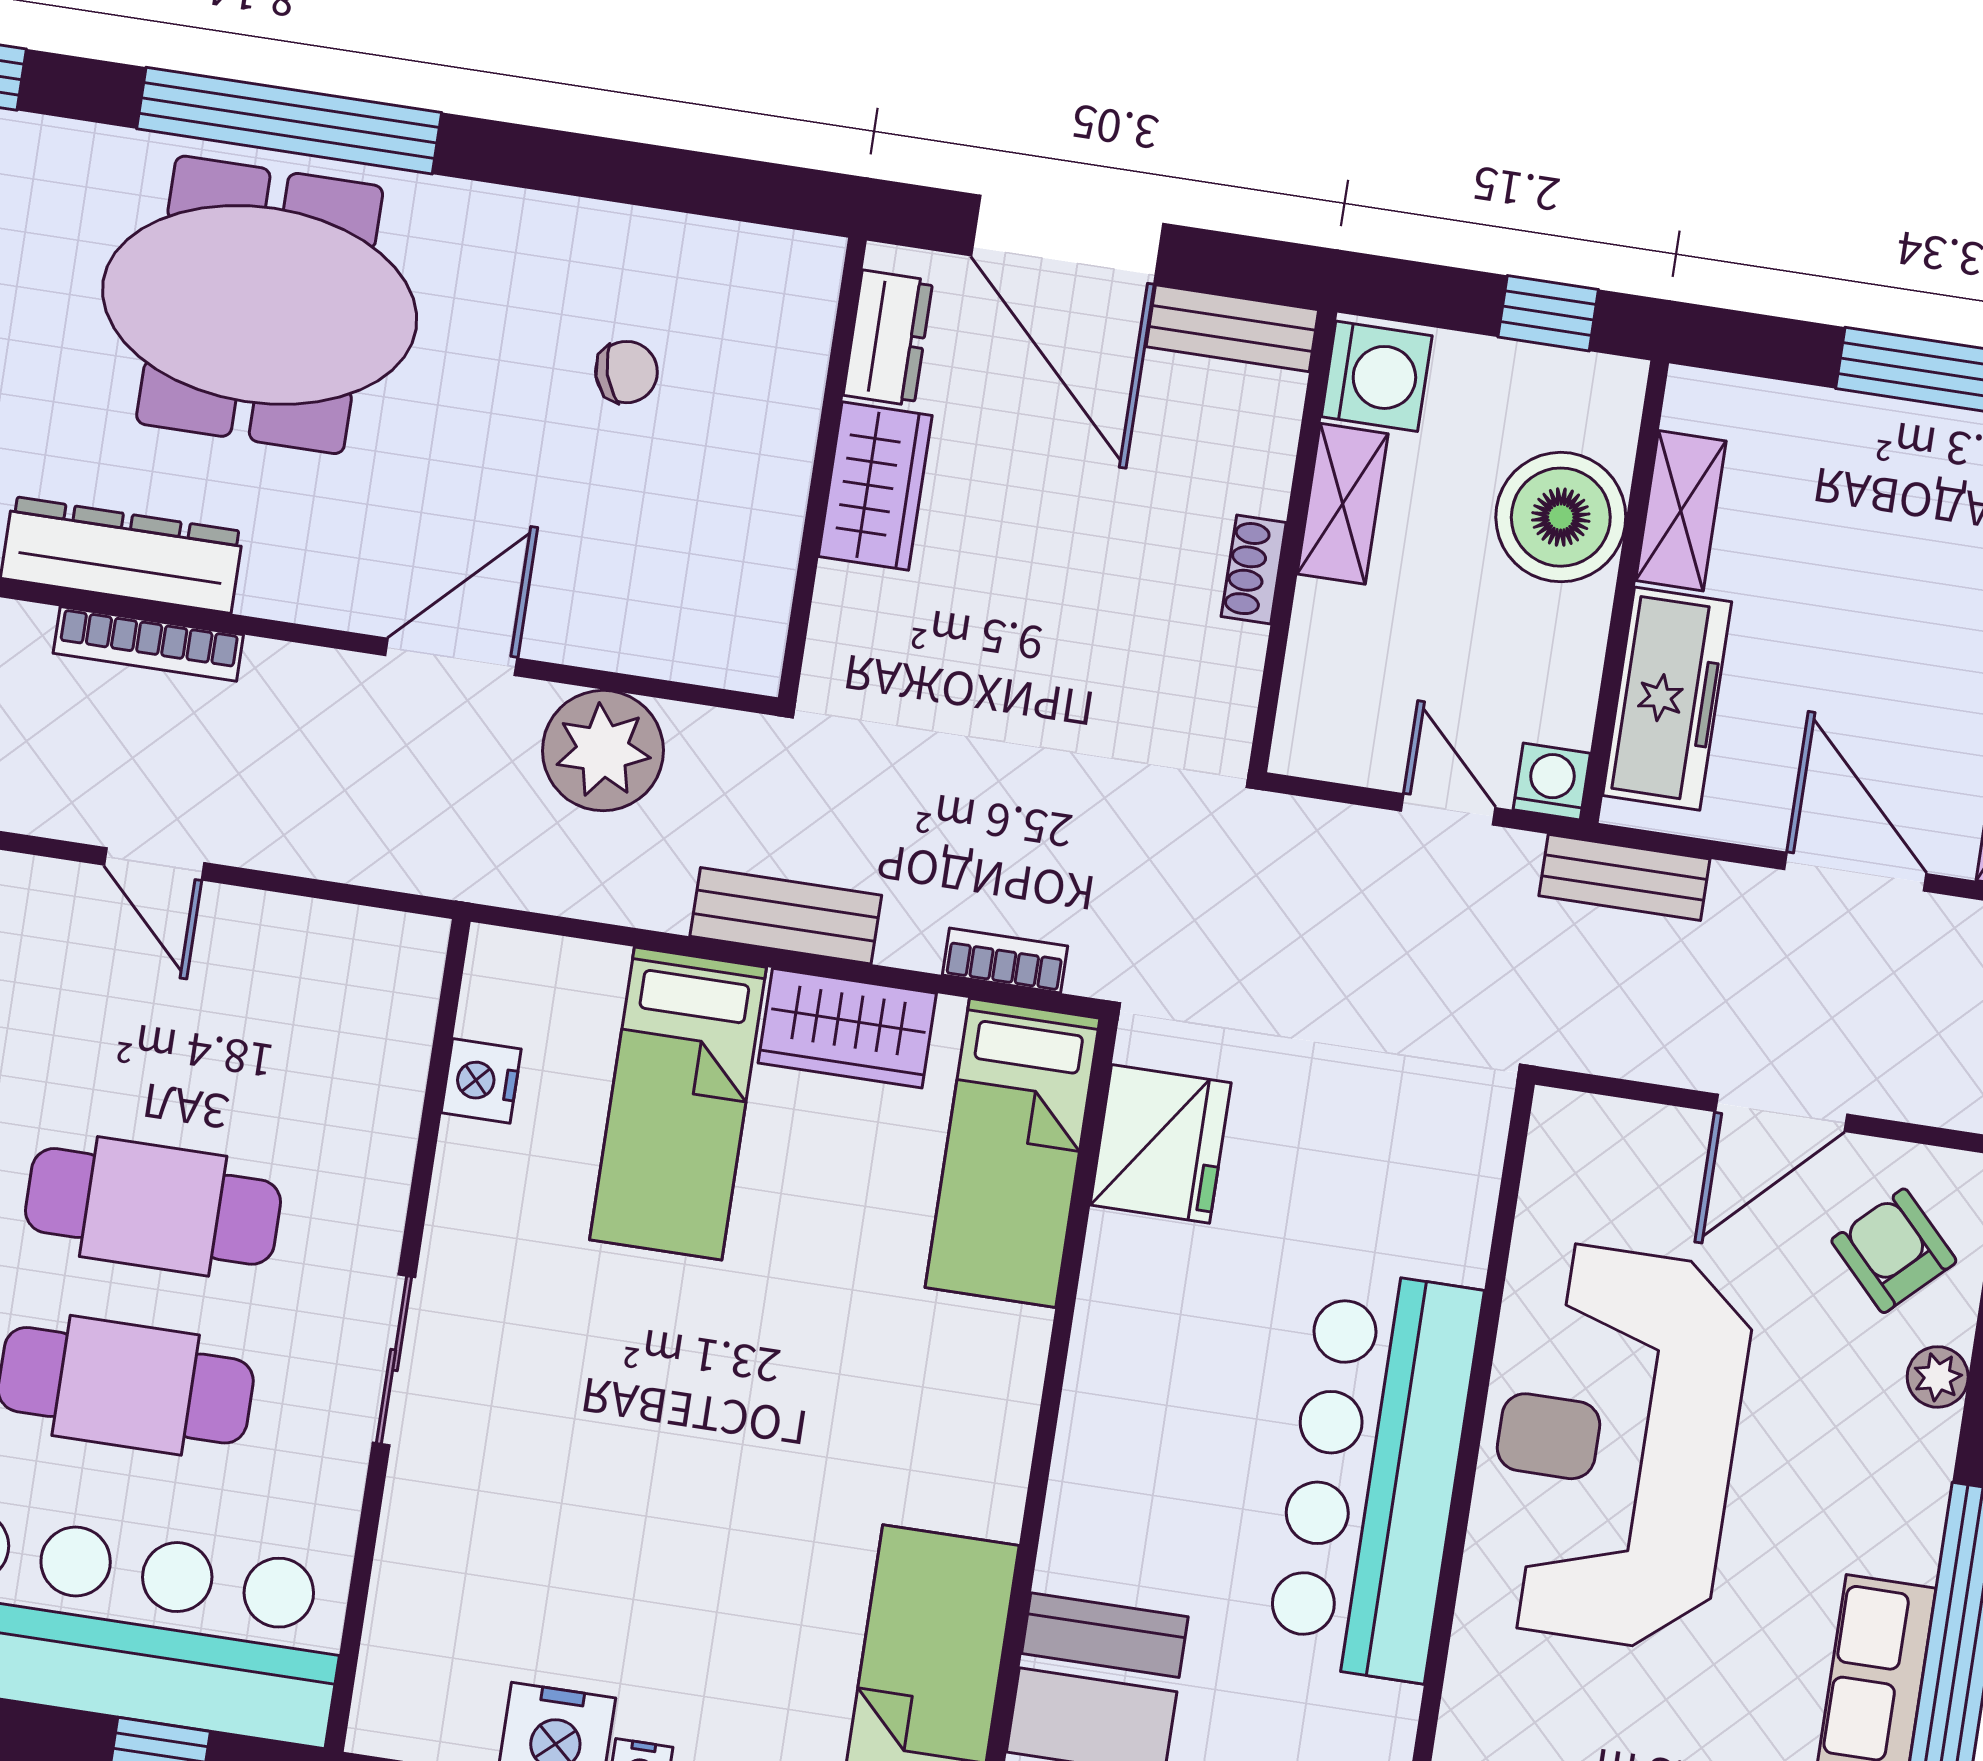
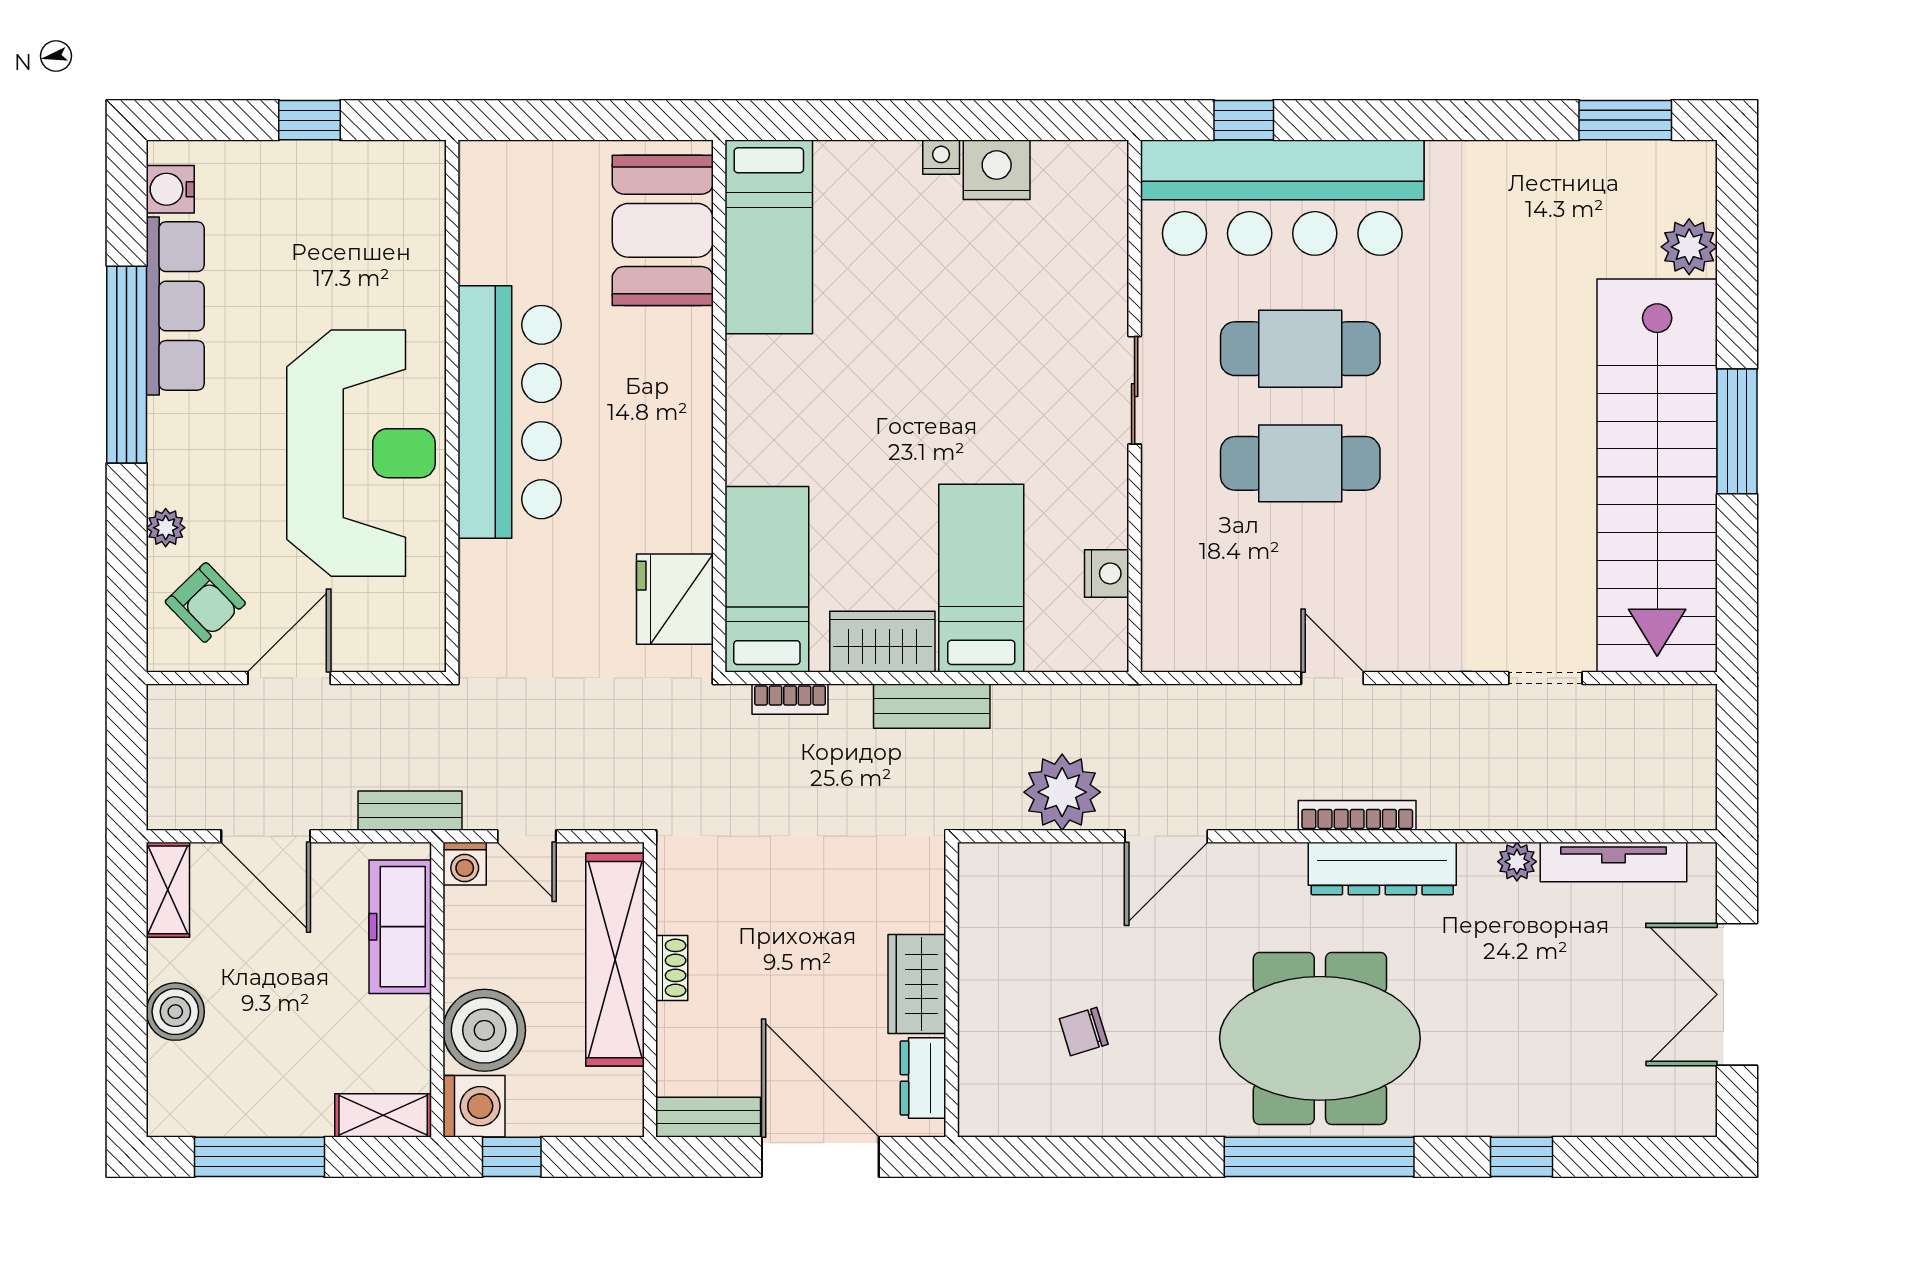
washing machine: (1377, 376) -> (474, 1106), moved, turned 180
shelving: (1343, 504) -> (615, 960), width x2.20, depth x1.33
shelving: (1681, 511) -> (383, 1115), moved, turned 90

